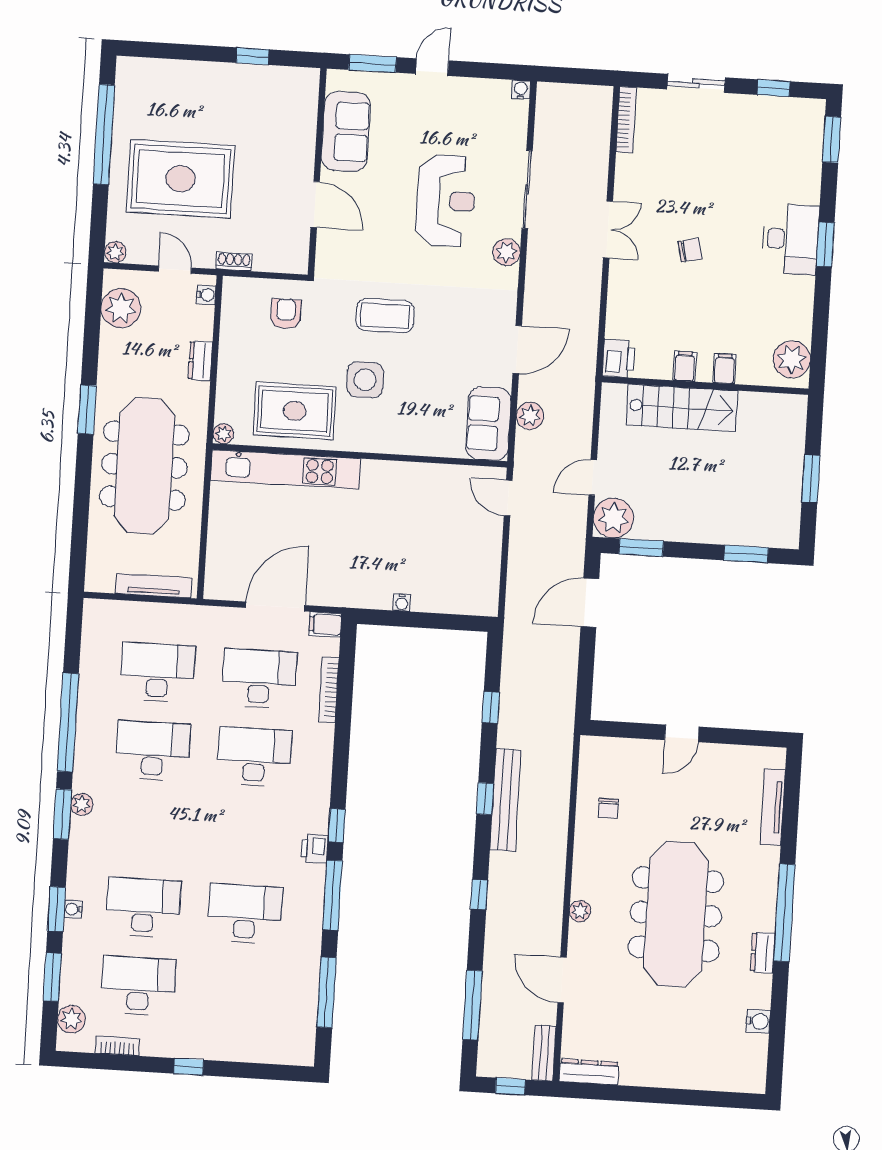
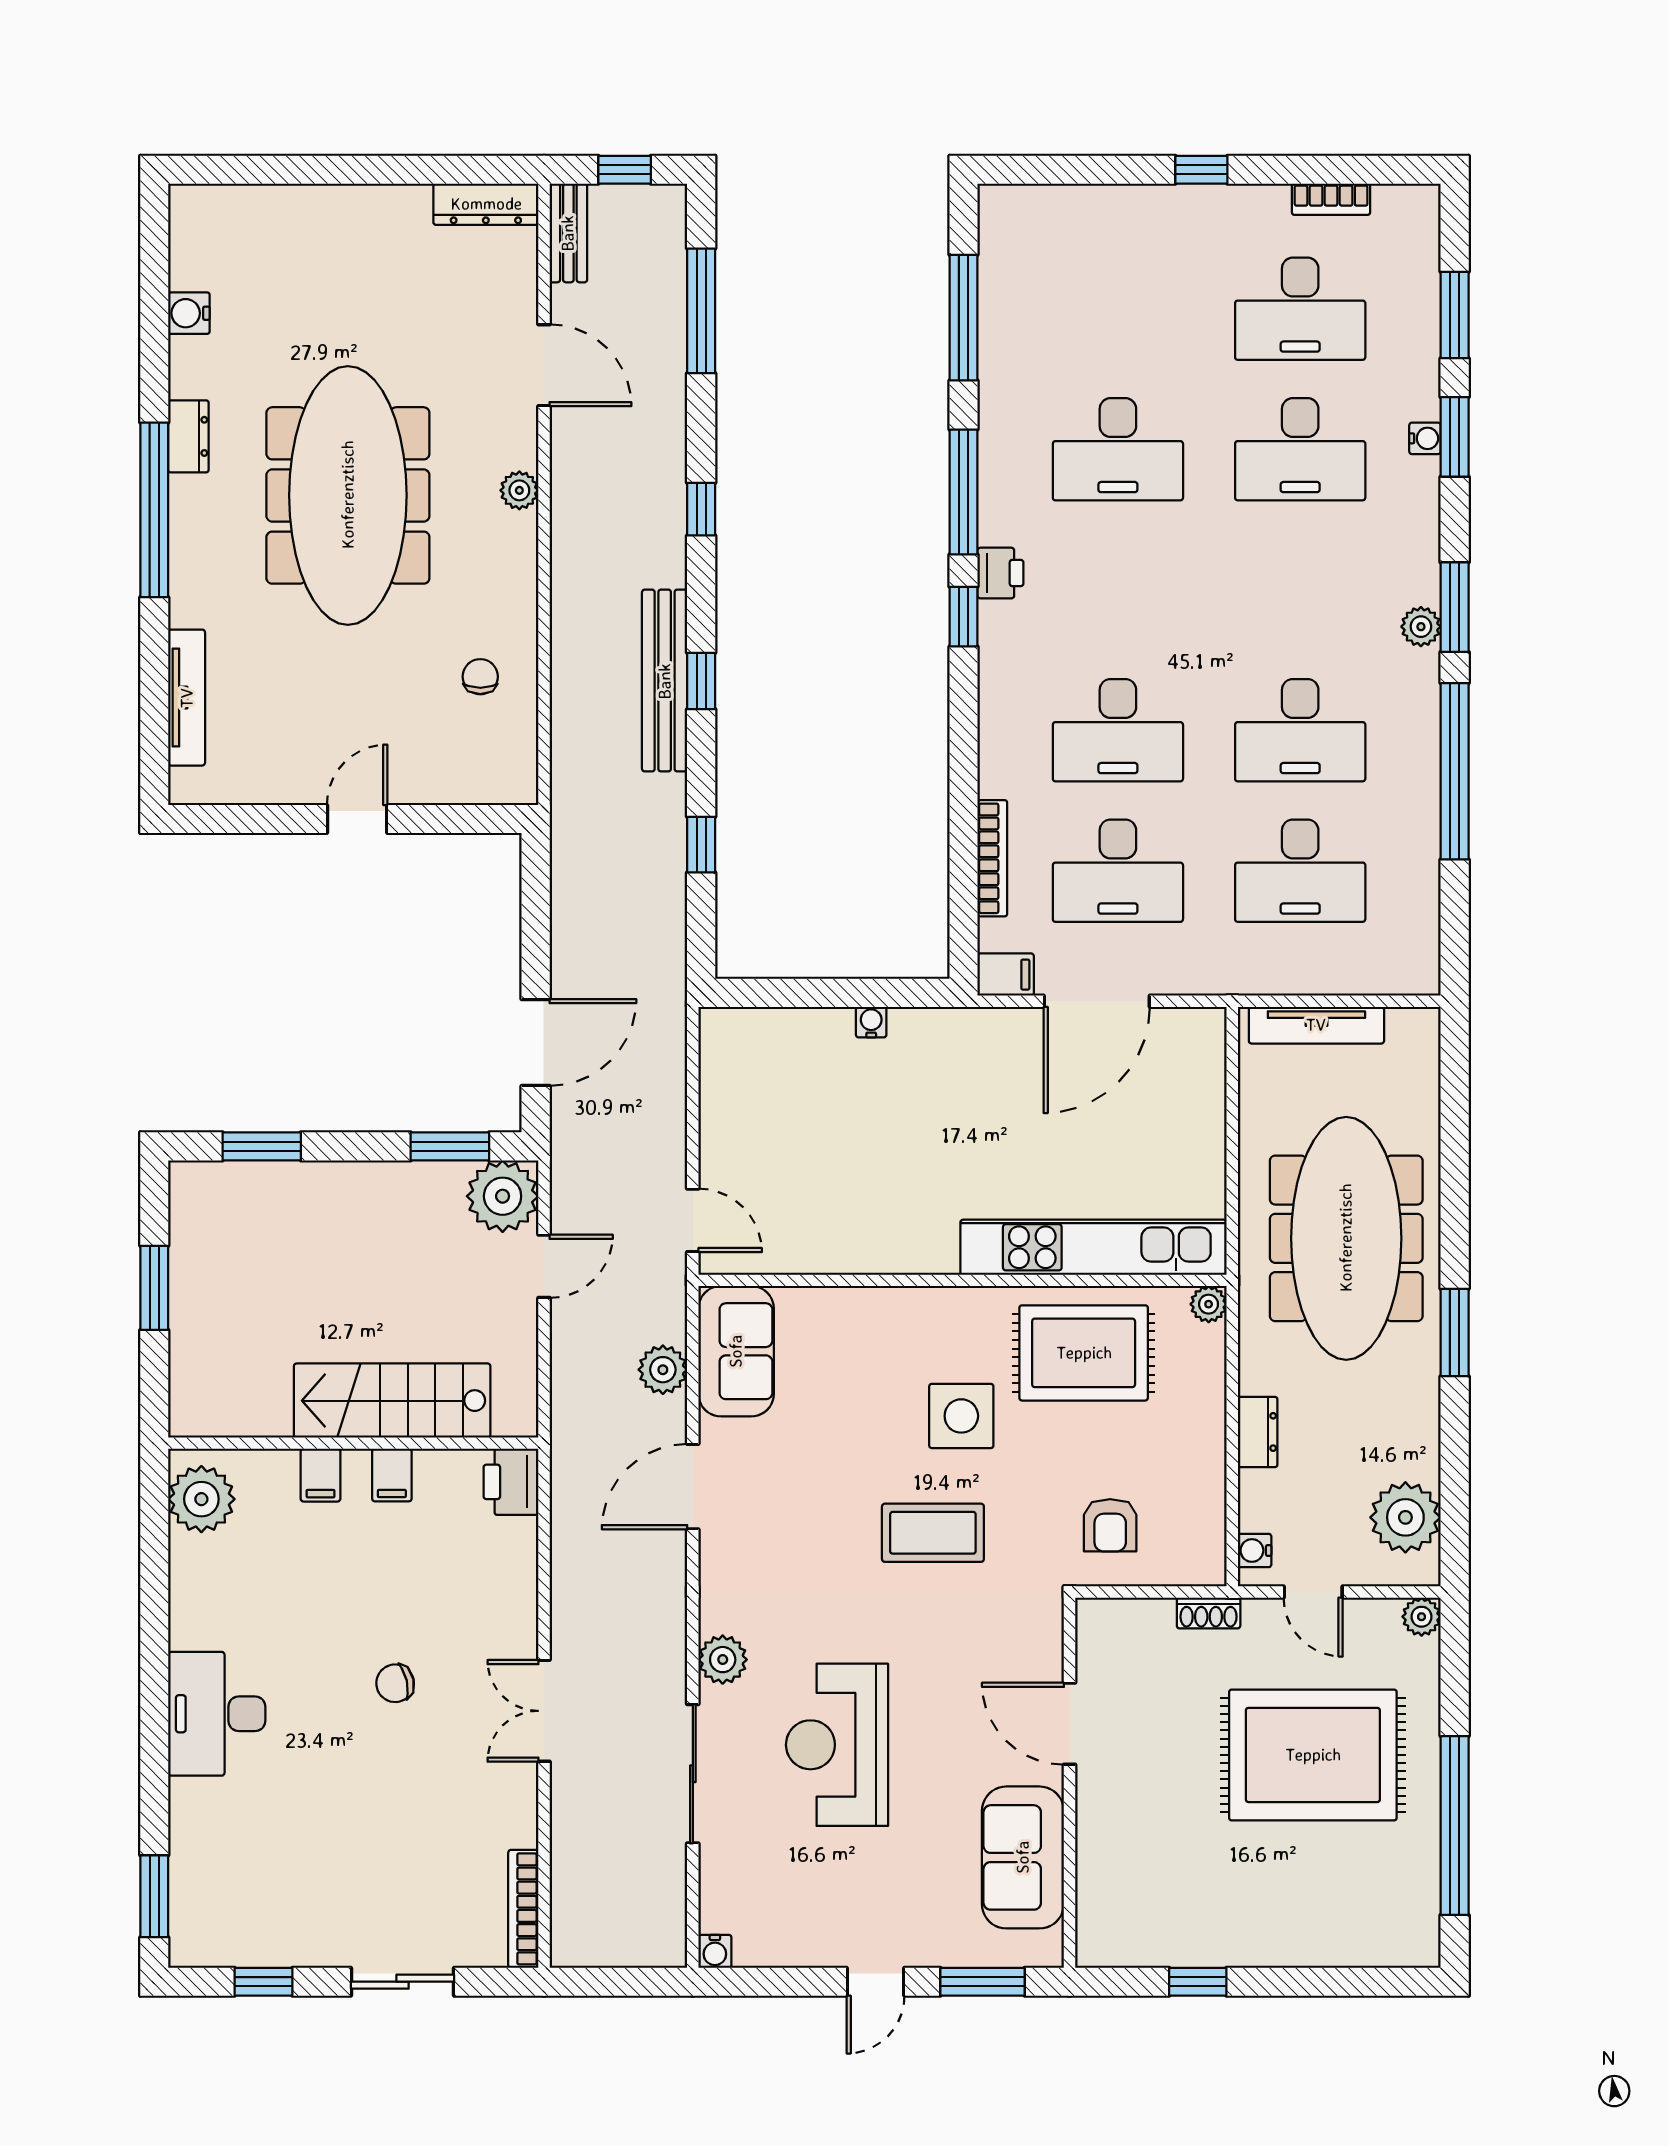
window: (825, 244) -> (154, 1708), removed
plant: (71, 1019) -> (1416, 242), removed

